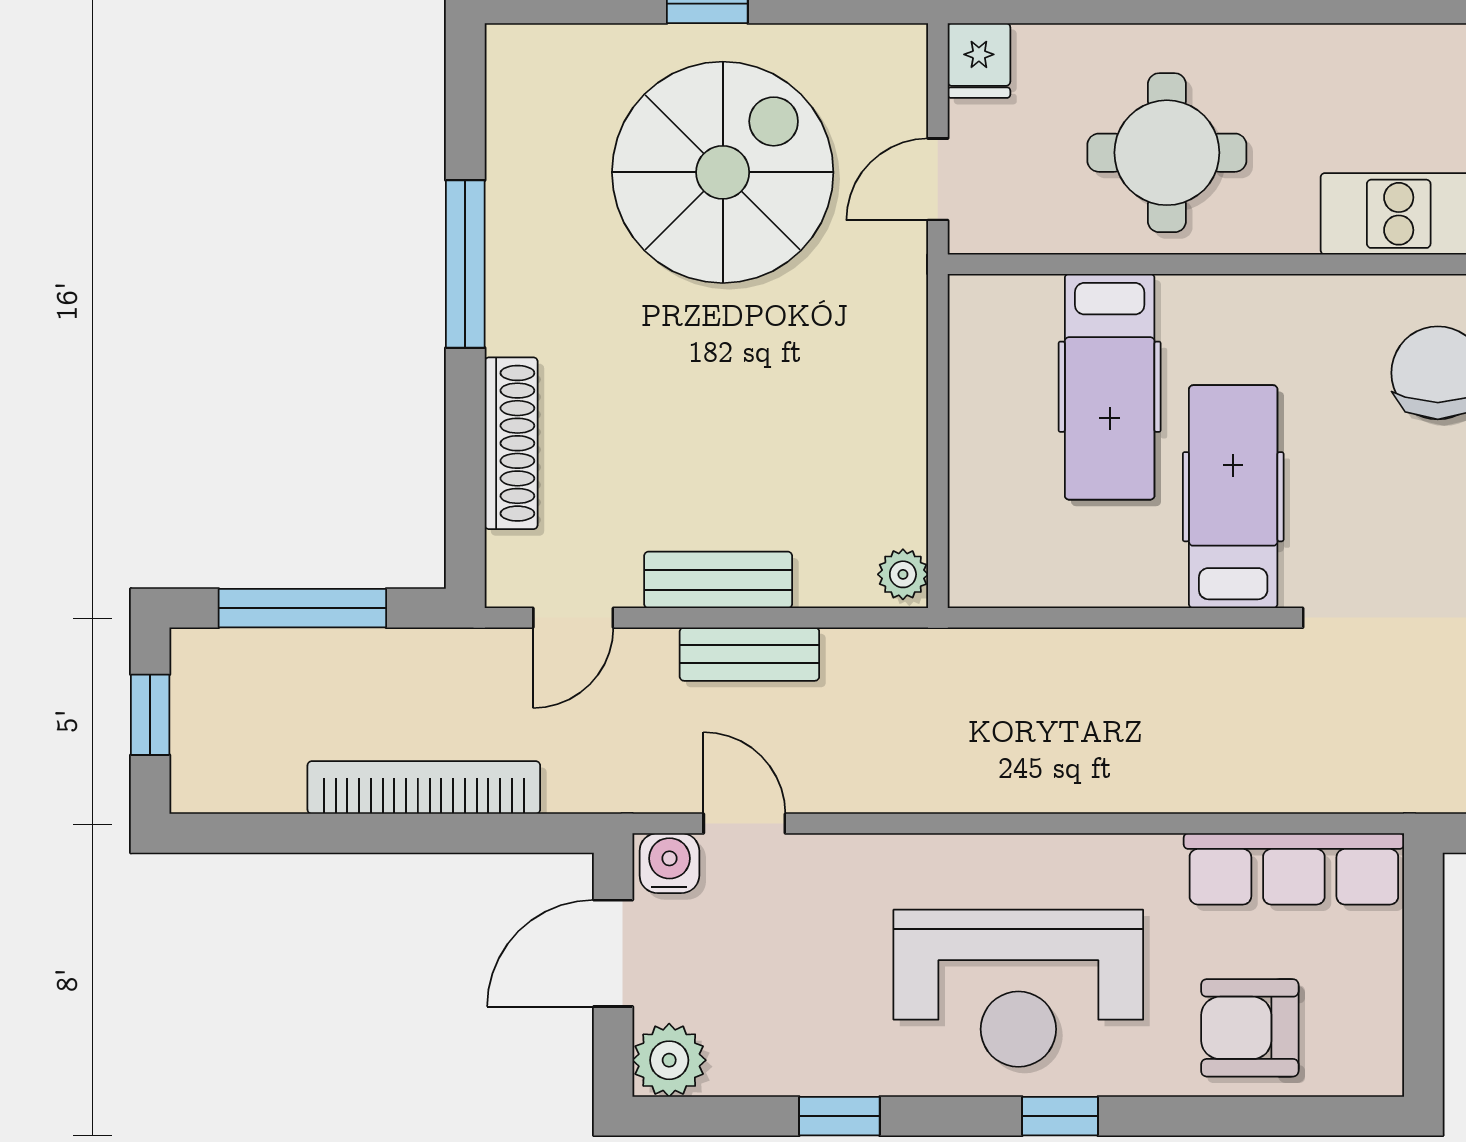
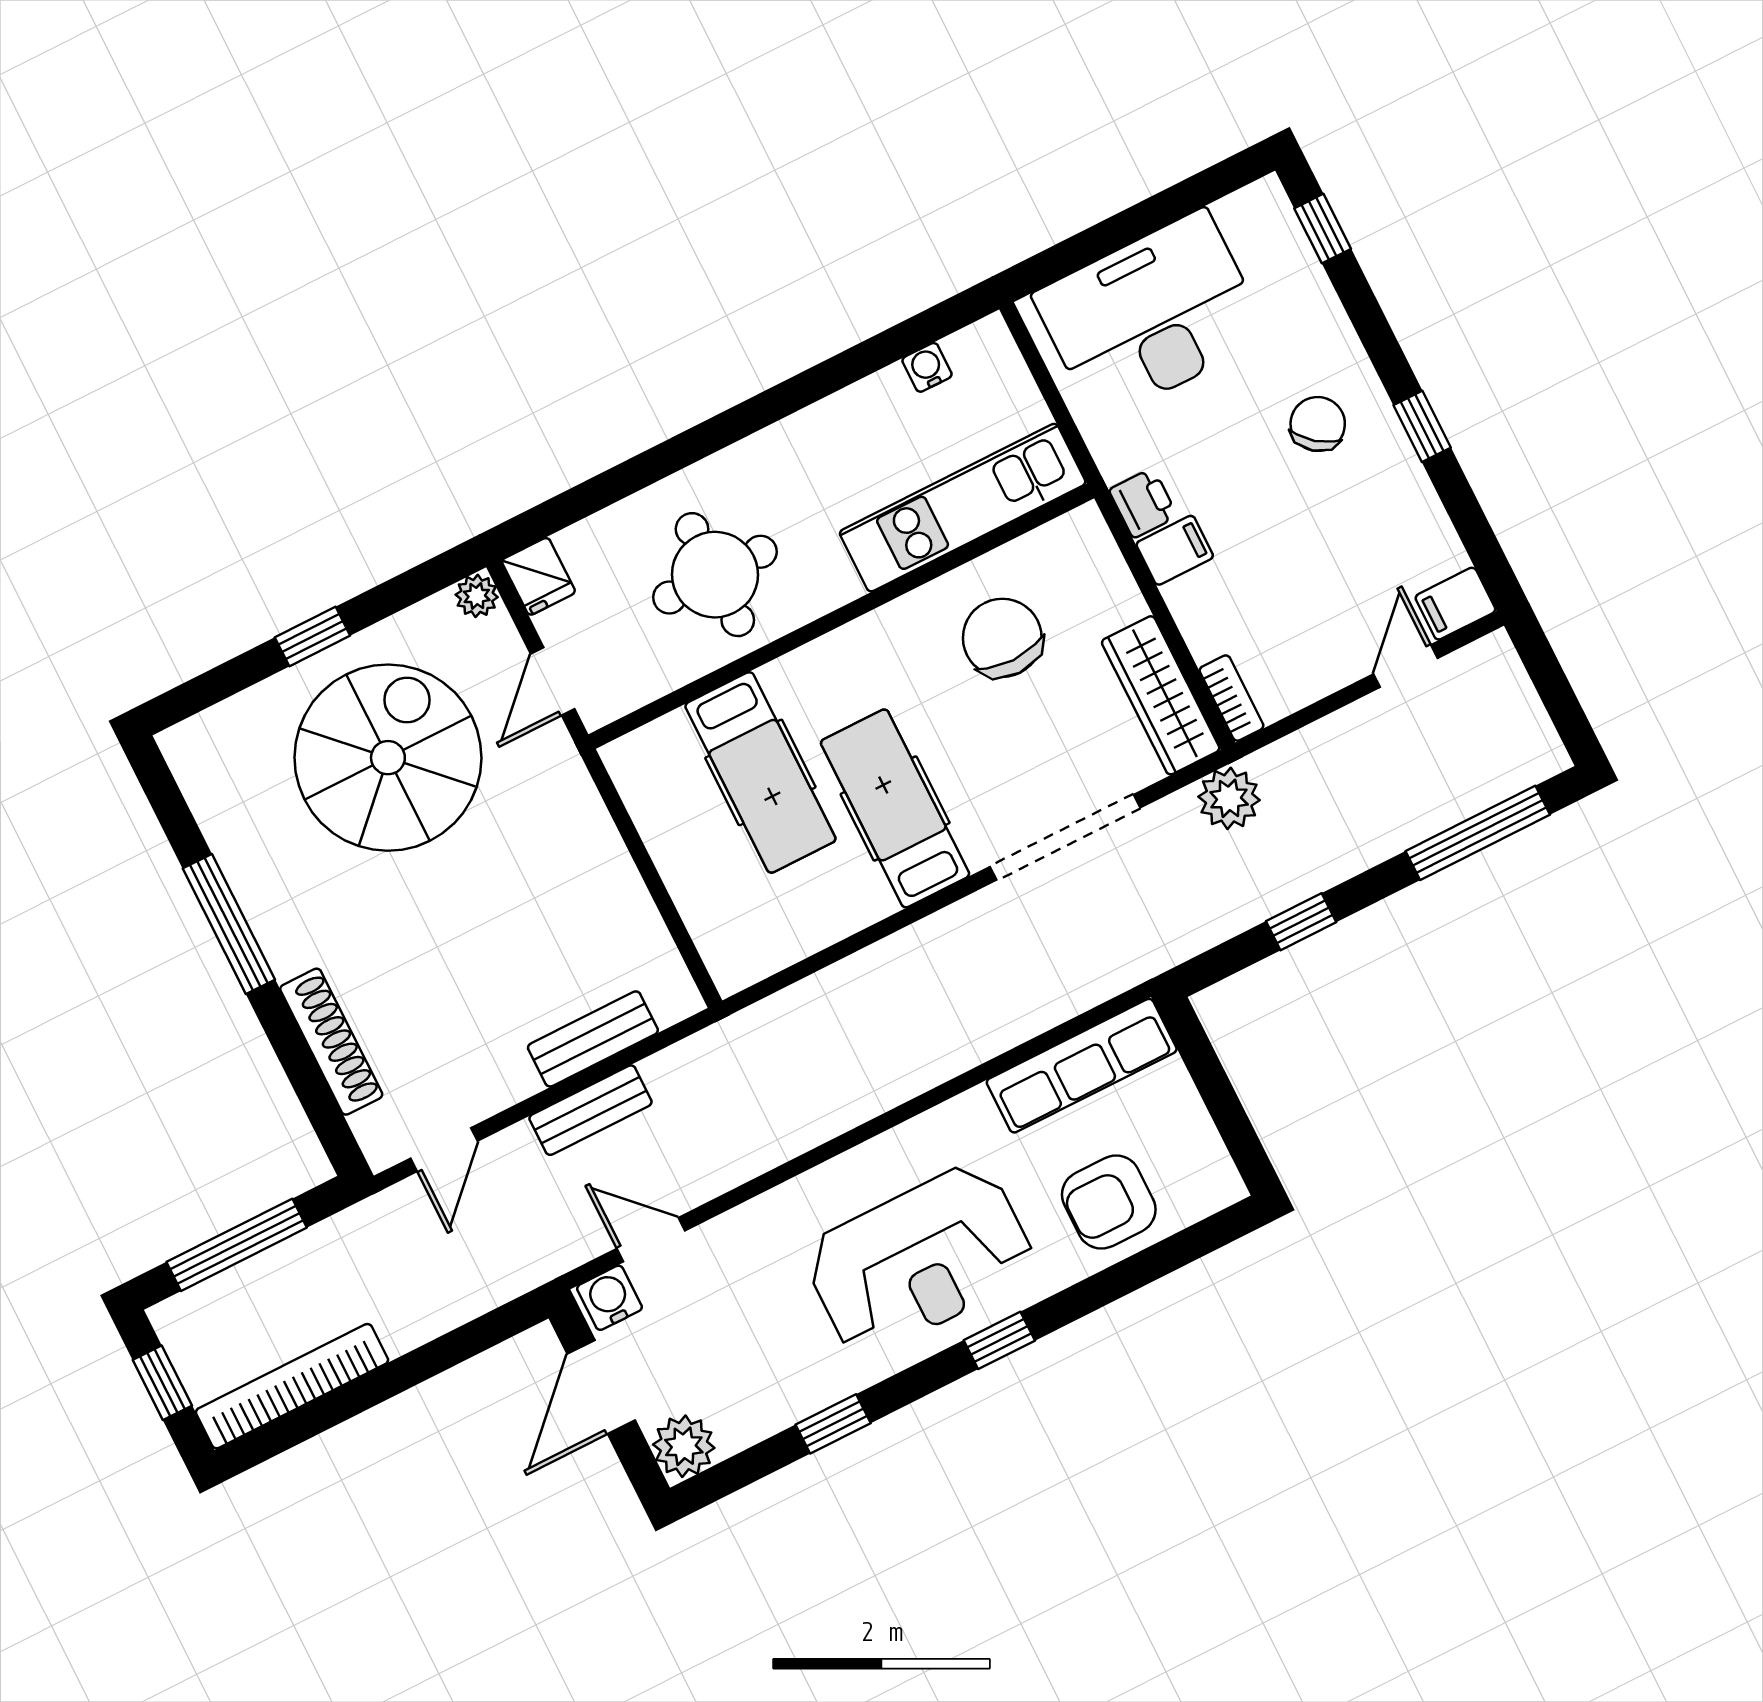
plant: (903, 574) -> (477, 596), moved
bench: (718, 580) -> (593, 1039), moved
bookcase: (424, 788) -> (292, 1386), moved

